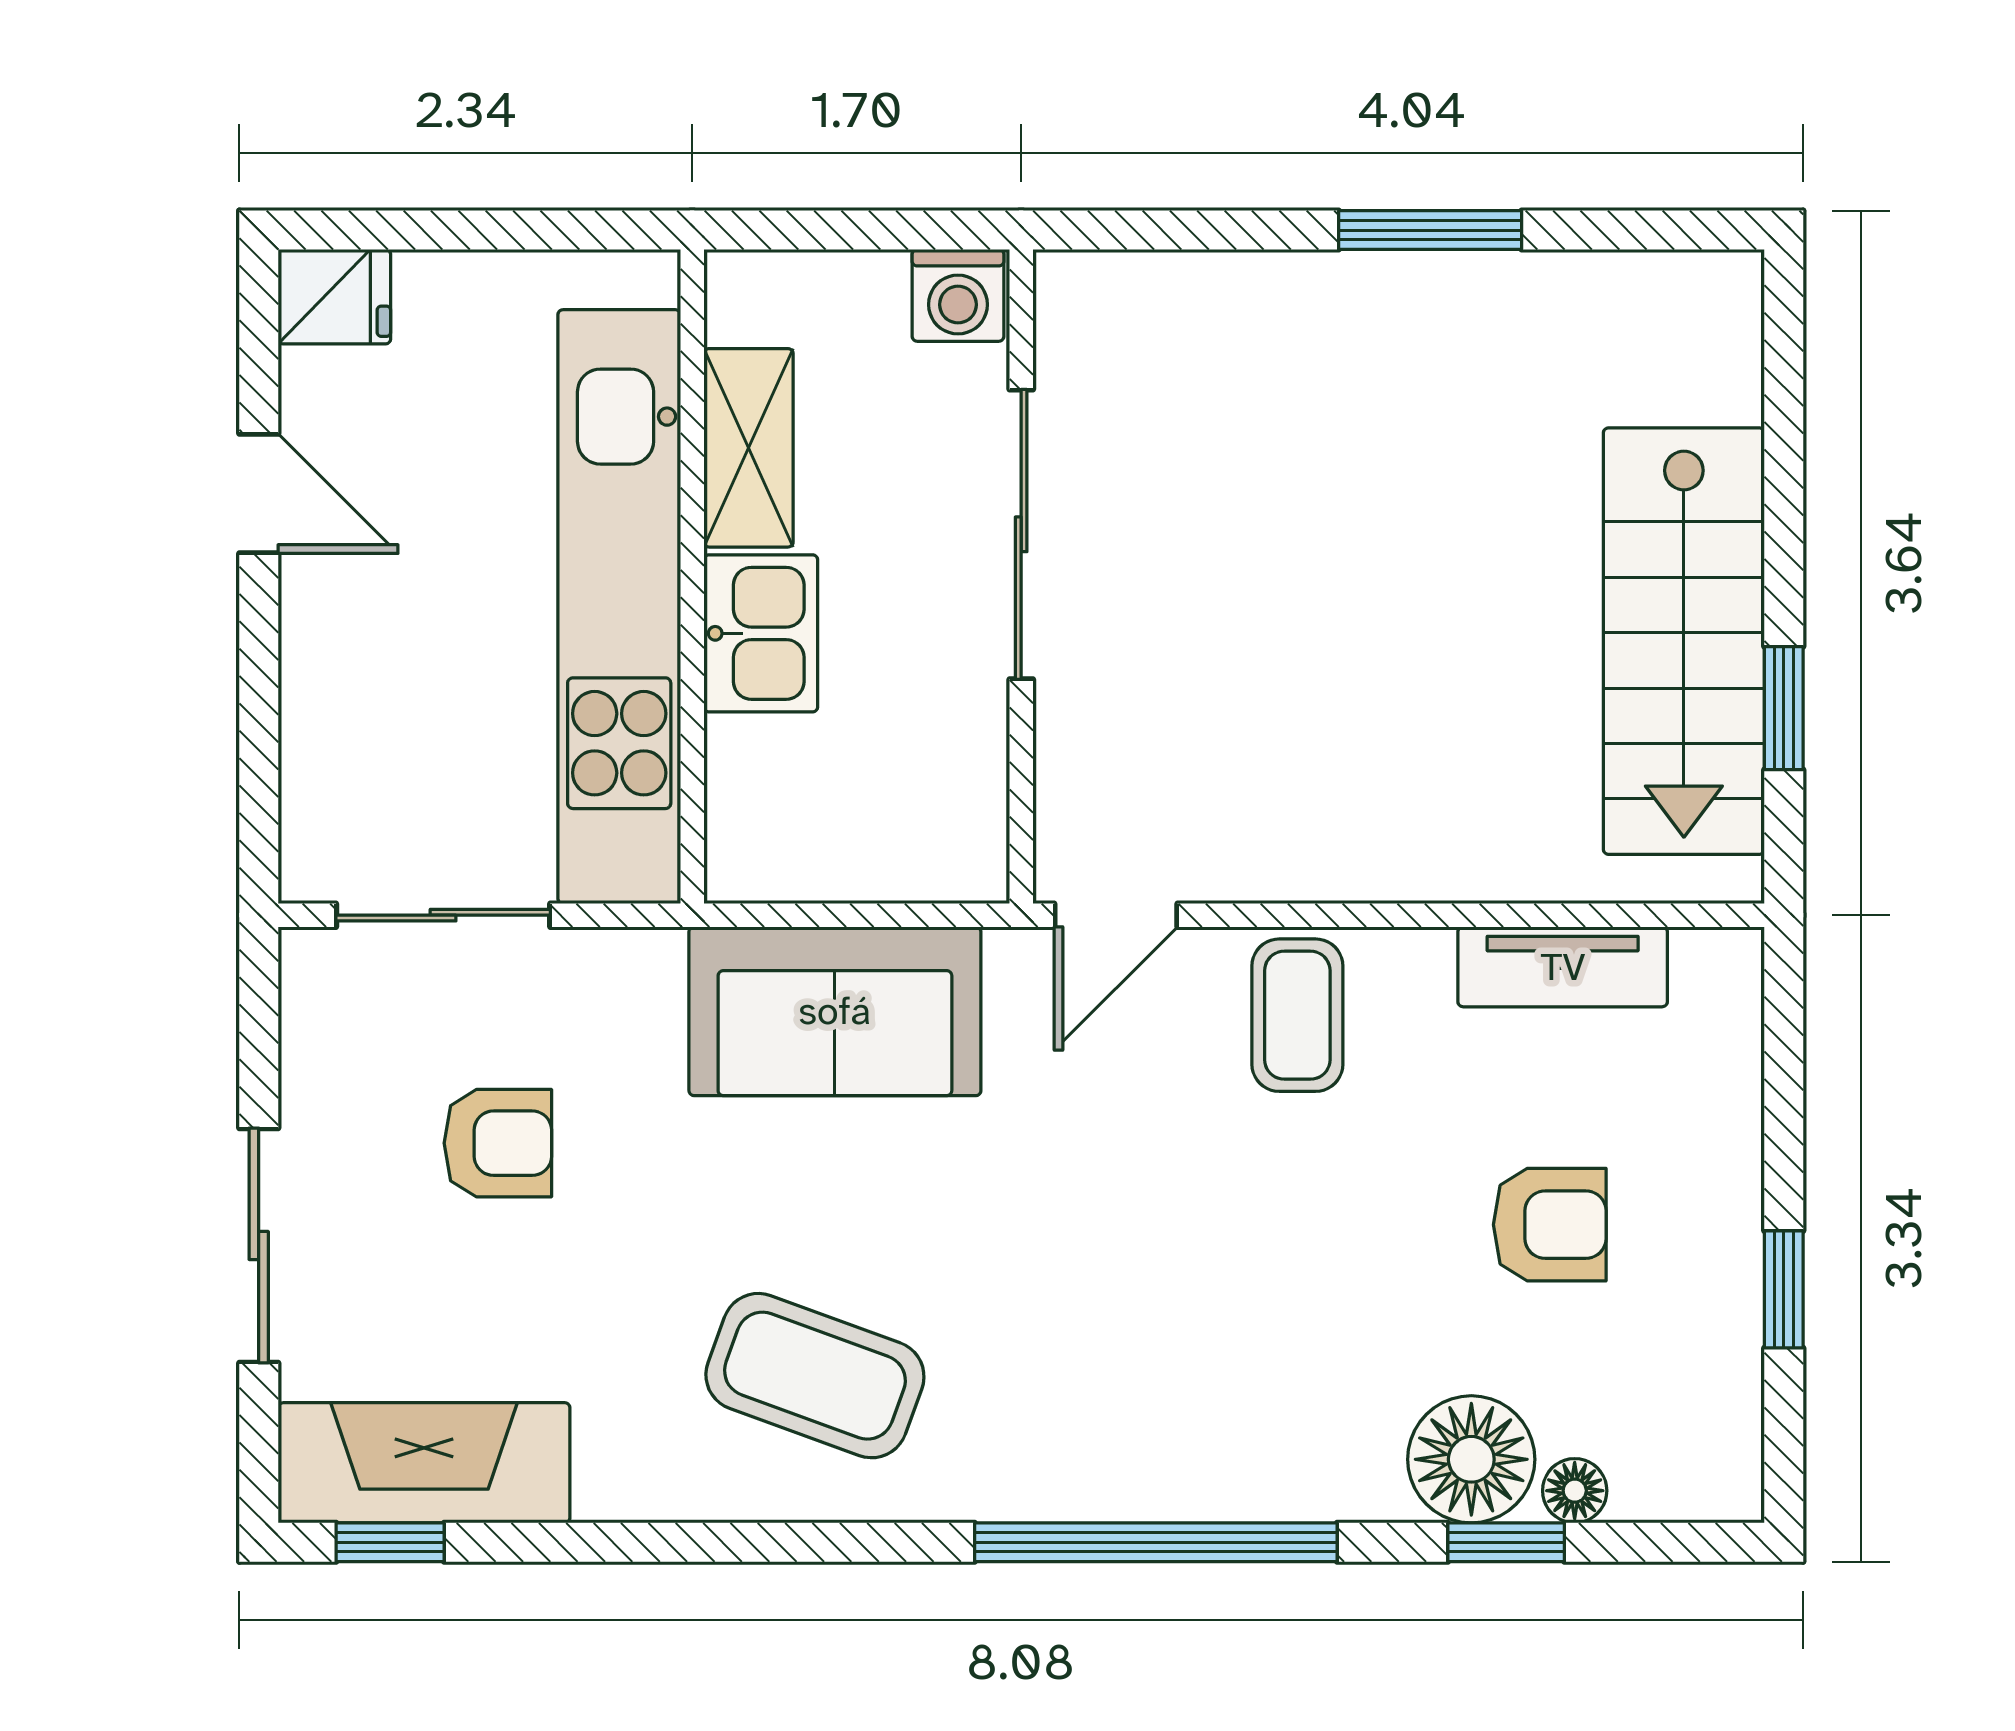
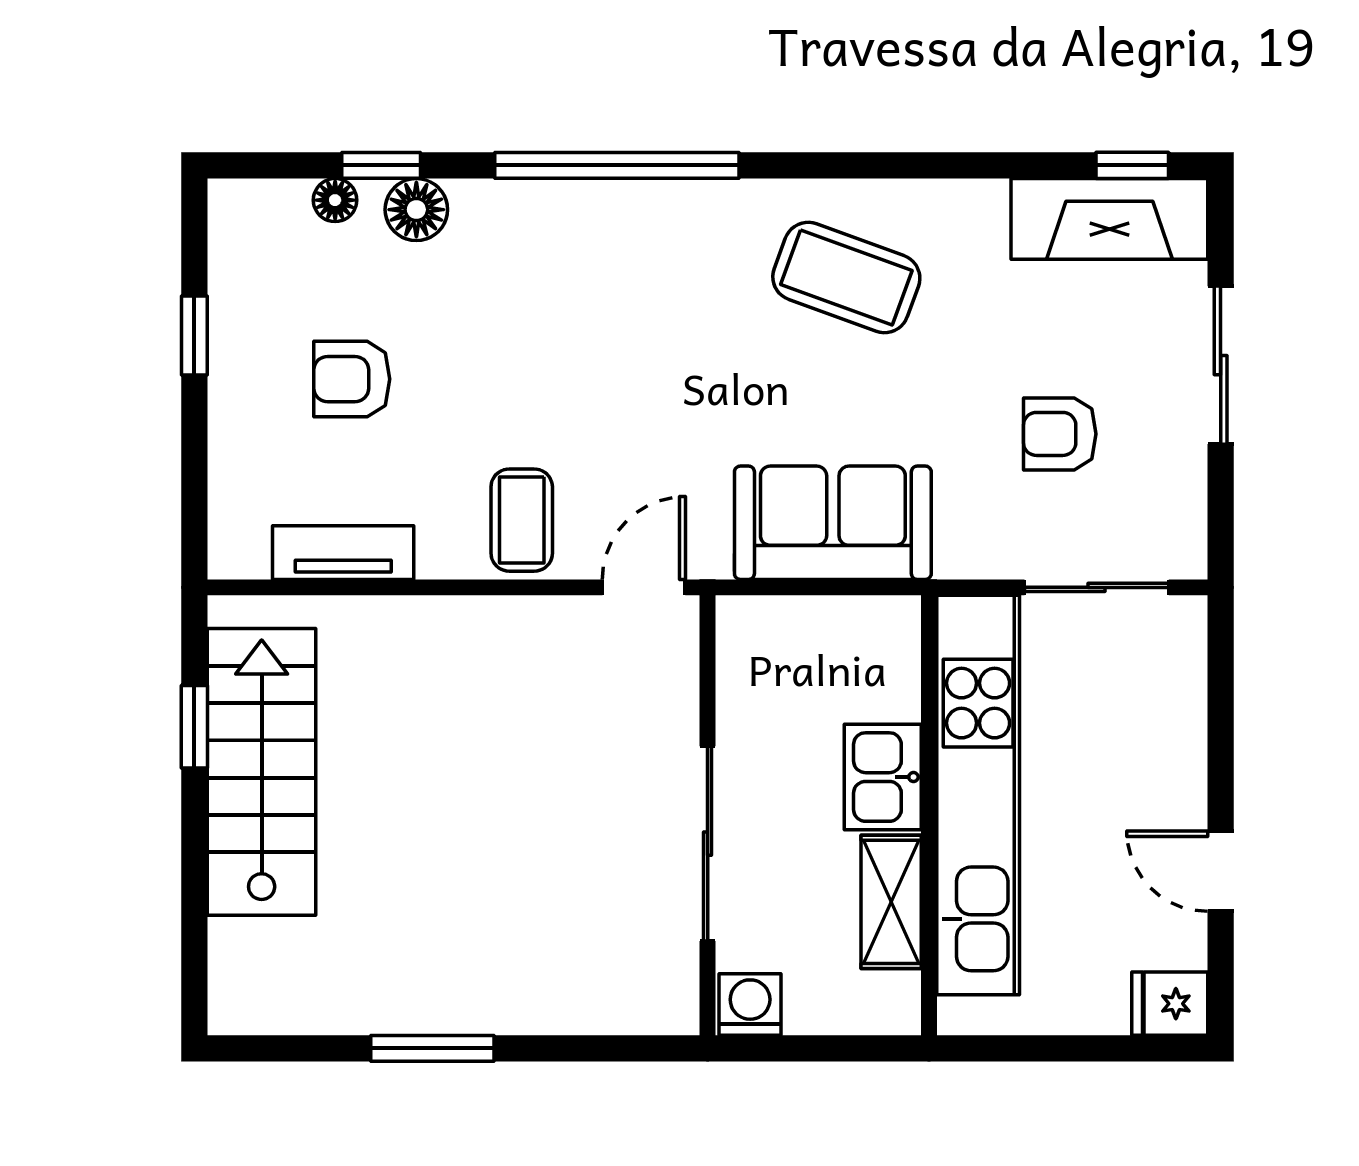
floor lamp: (1471, 1459) -> (416, 210), width x0.73, depth x0.73

